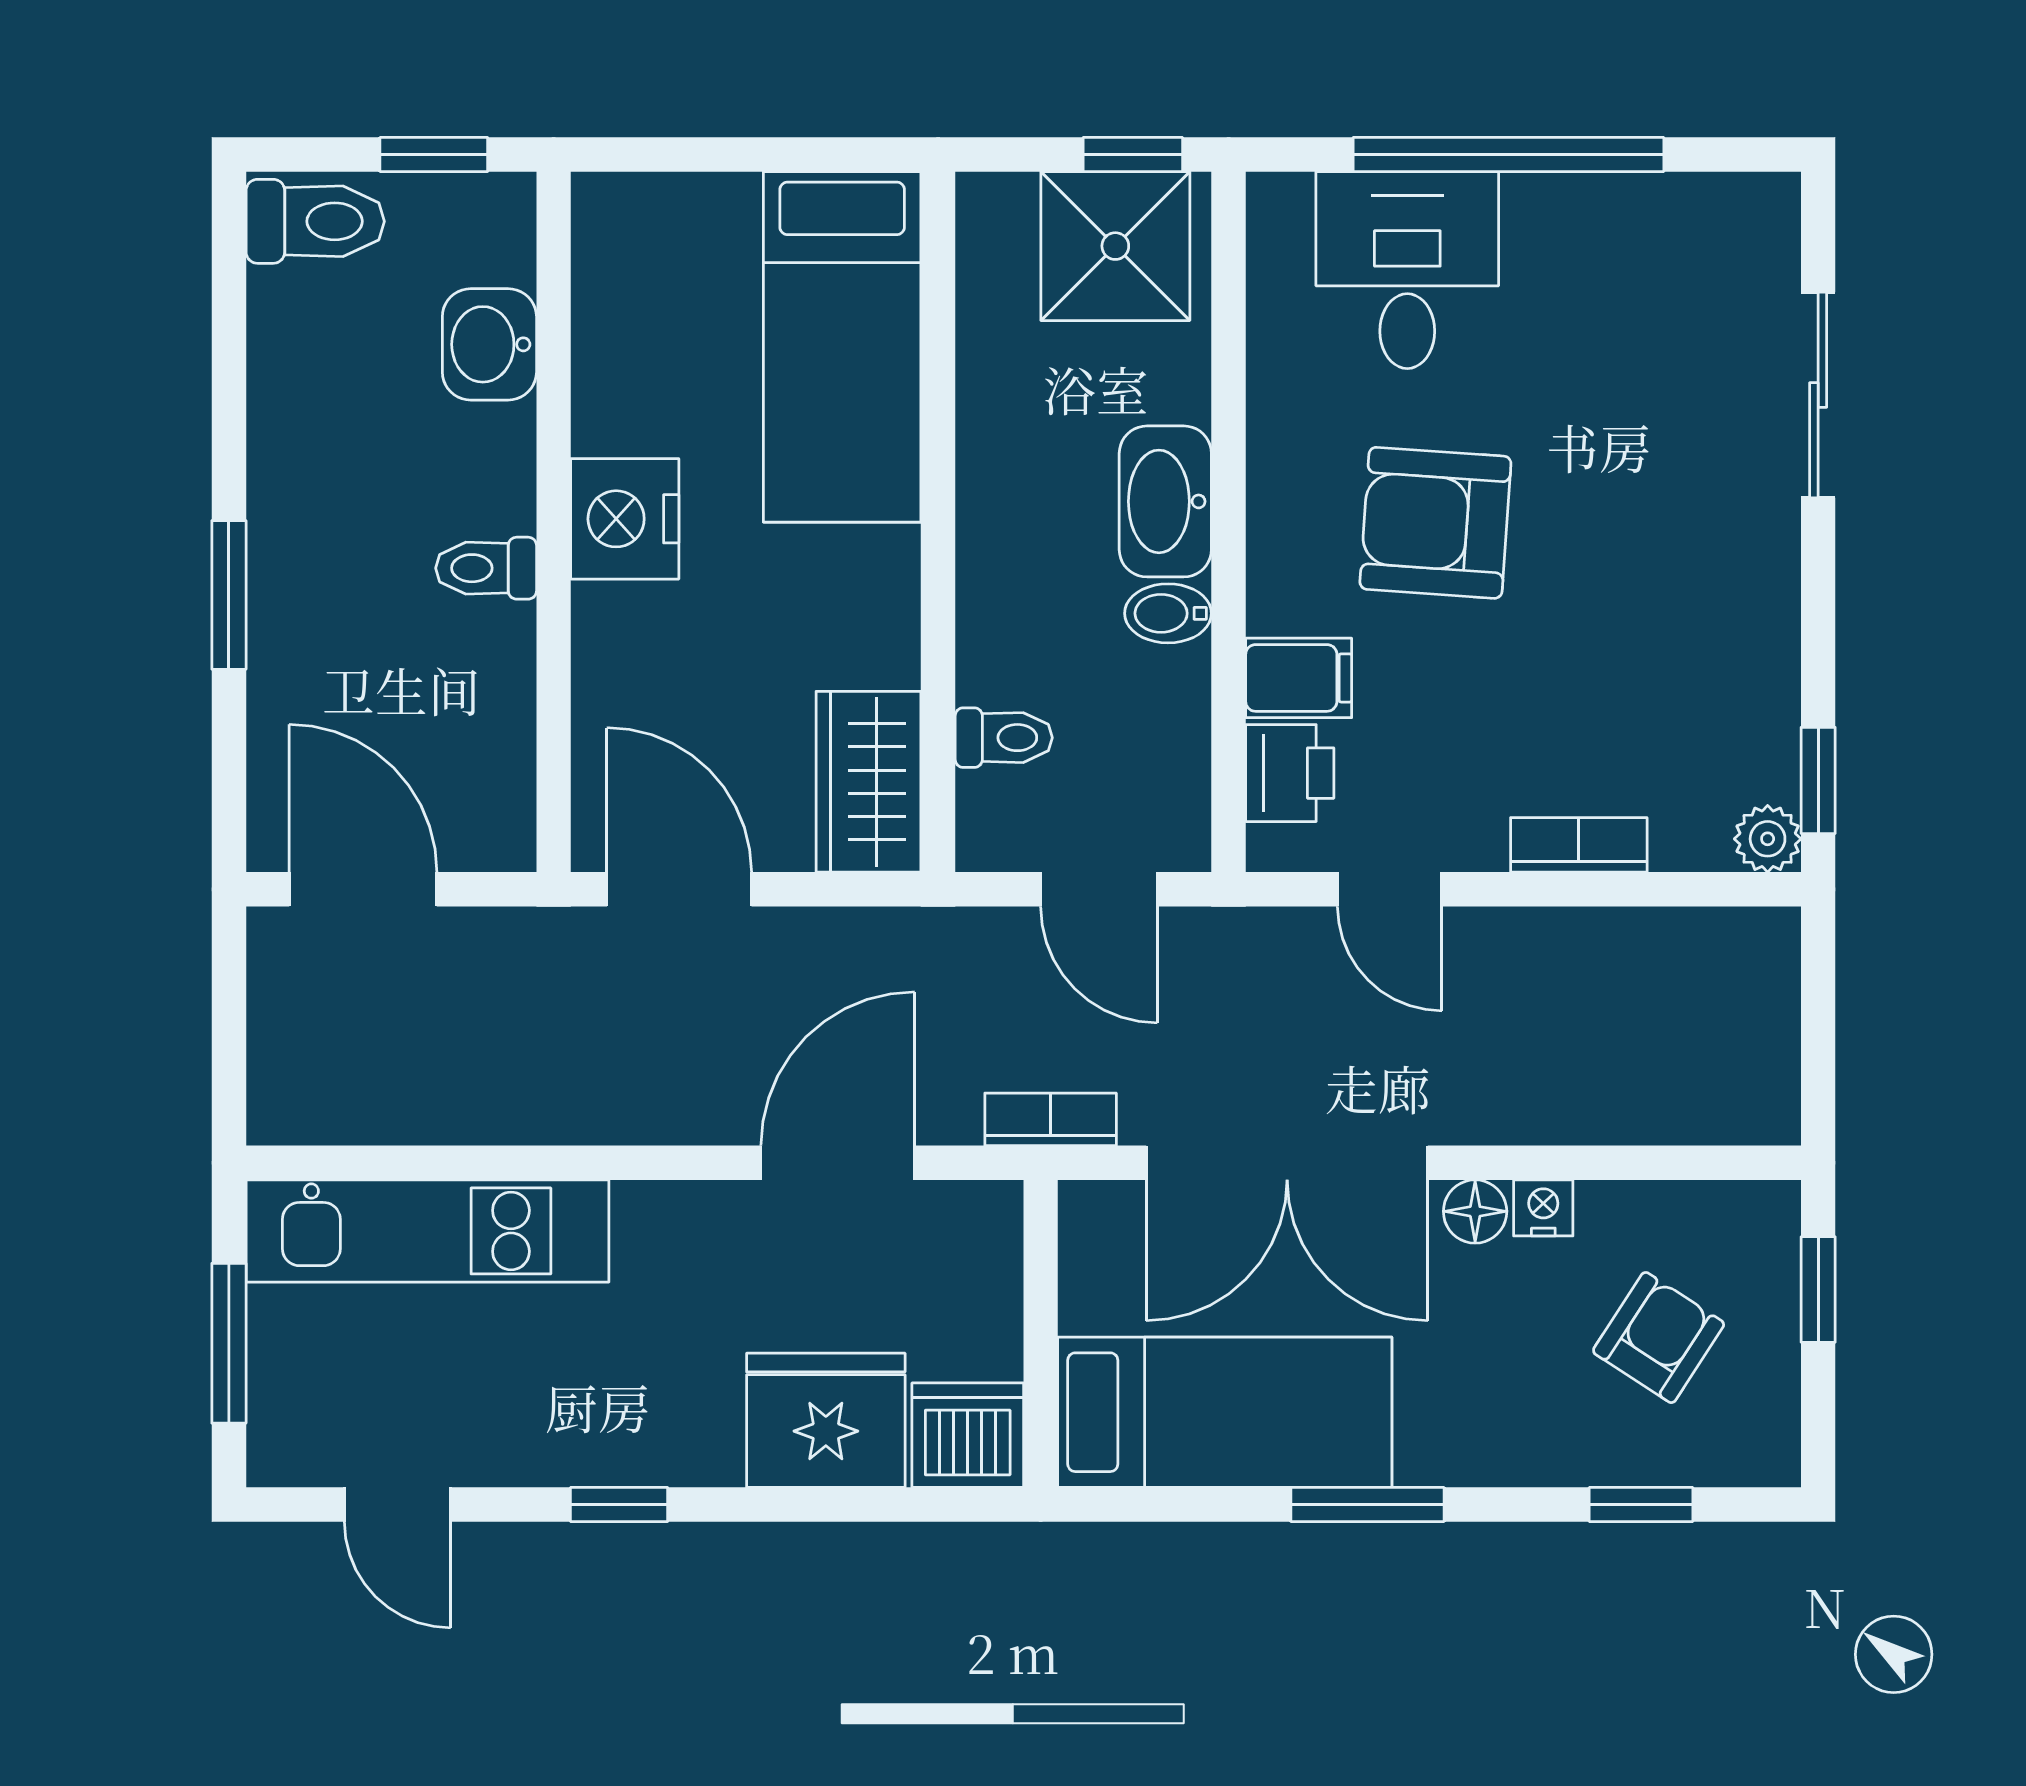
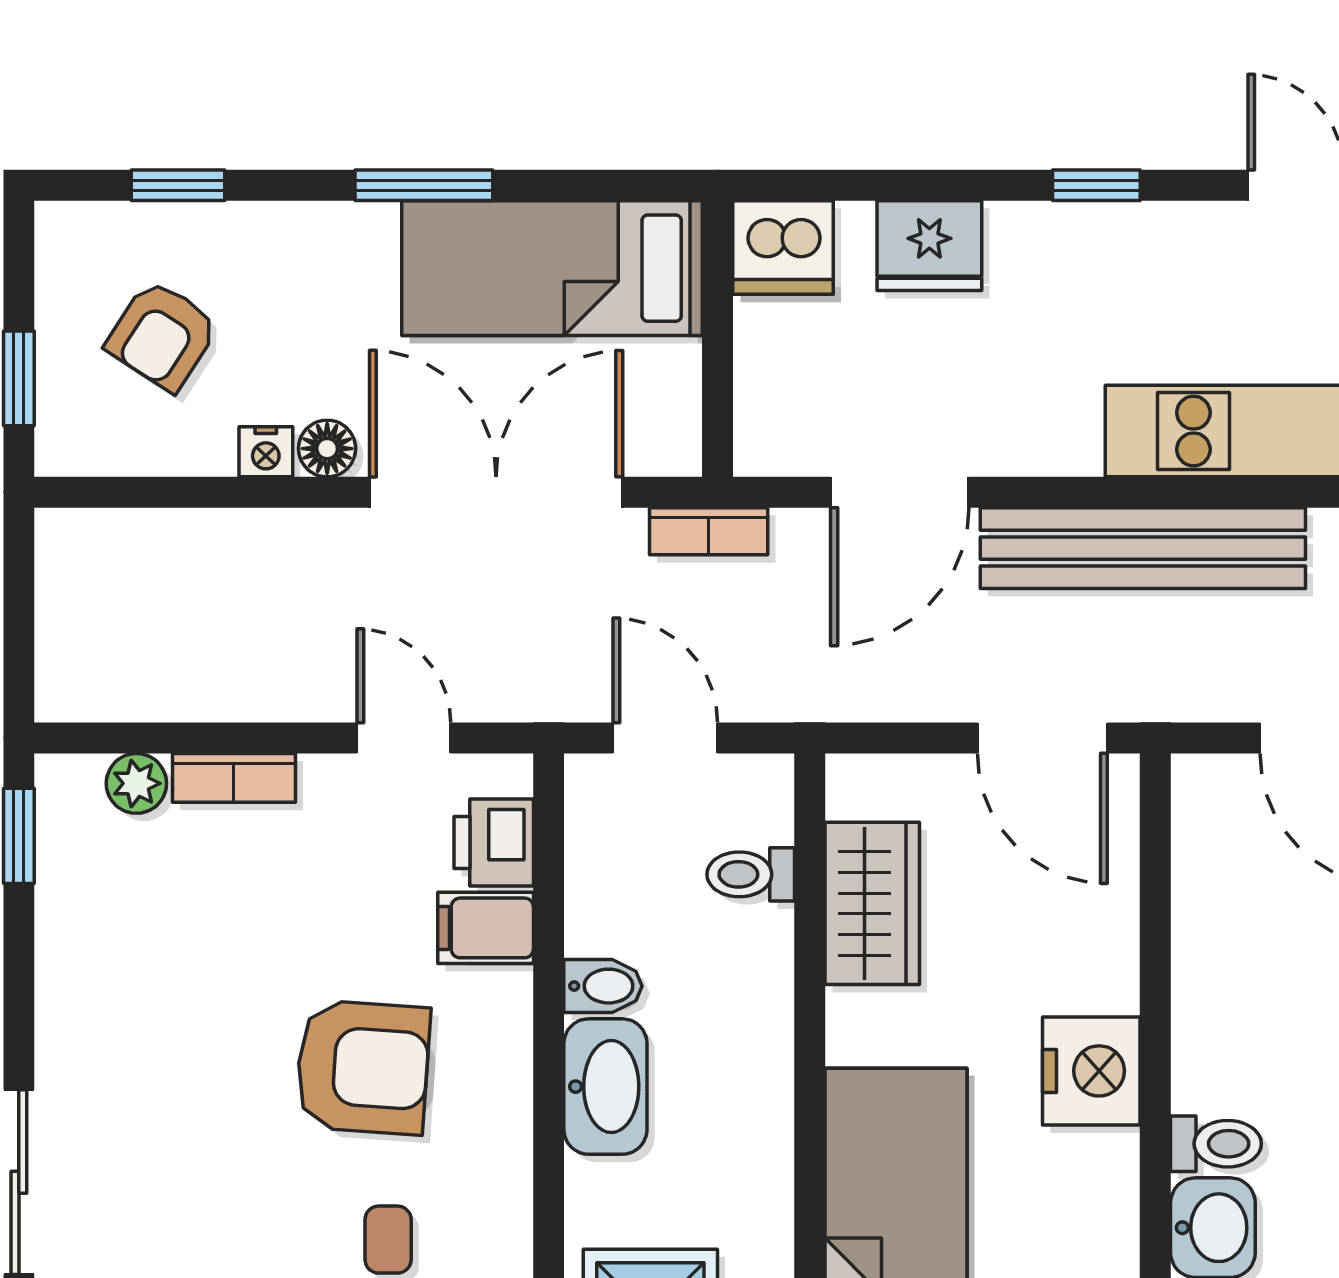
toilet: (486, 568) -> (1216, 1144), moved
wardrobe: (869, 782) -> (872, 903), moved
plant: (1768, 839) -> (136, 783), moved
bench: (567, 1101) -> (1143, 548), added
fridge: (826, 1420) -> (929, 246), width x0.73, depth x0.75

